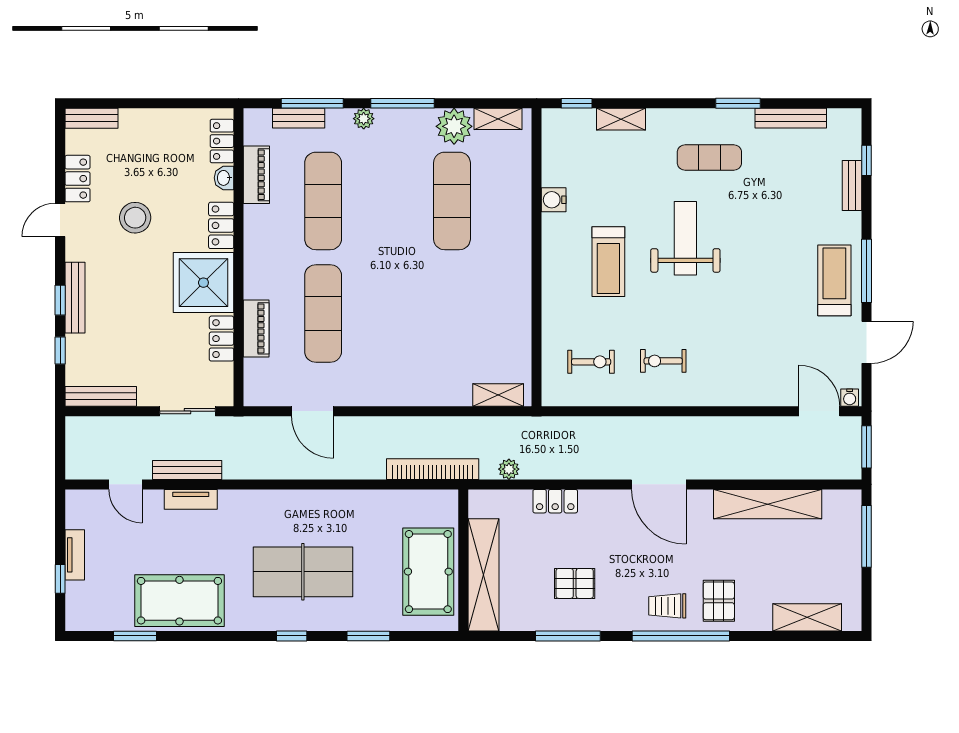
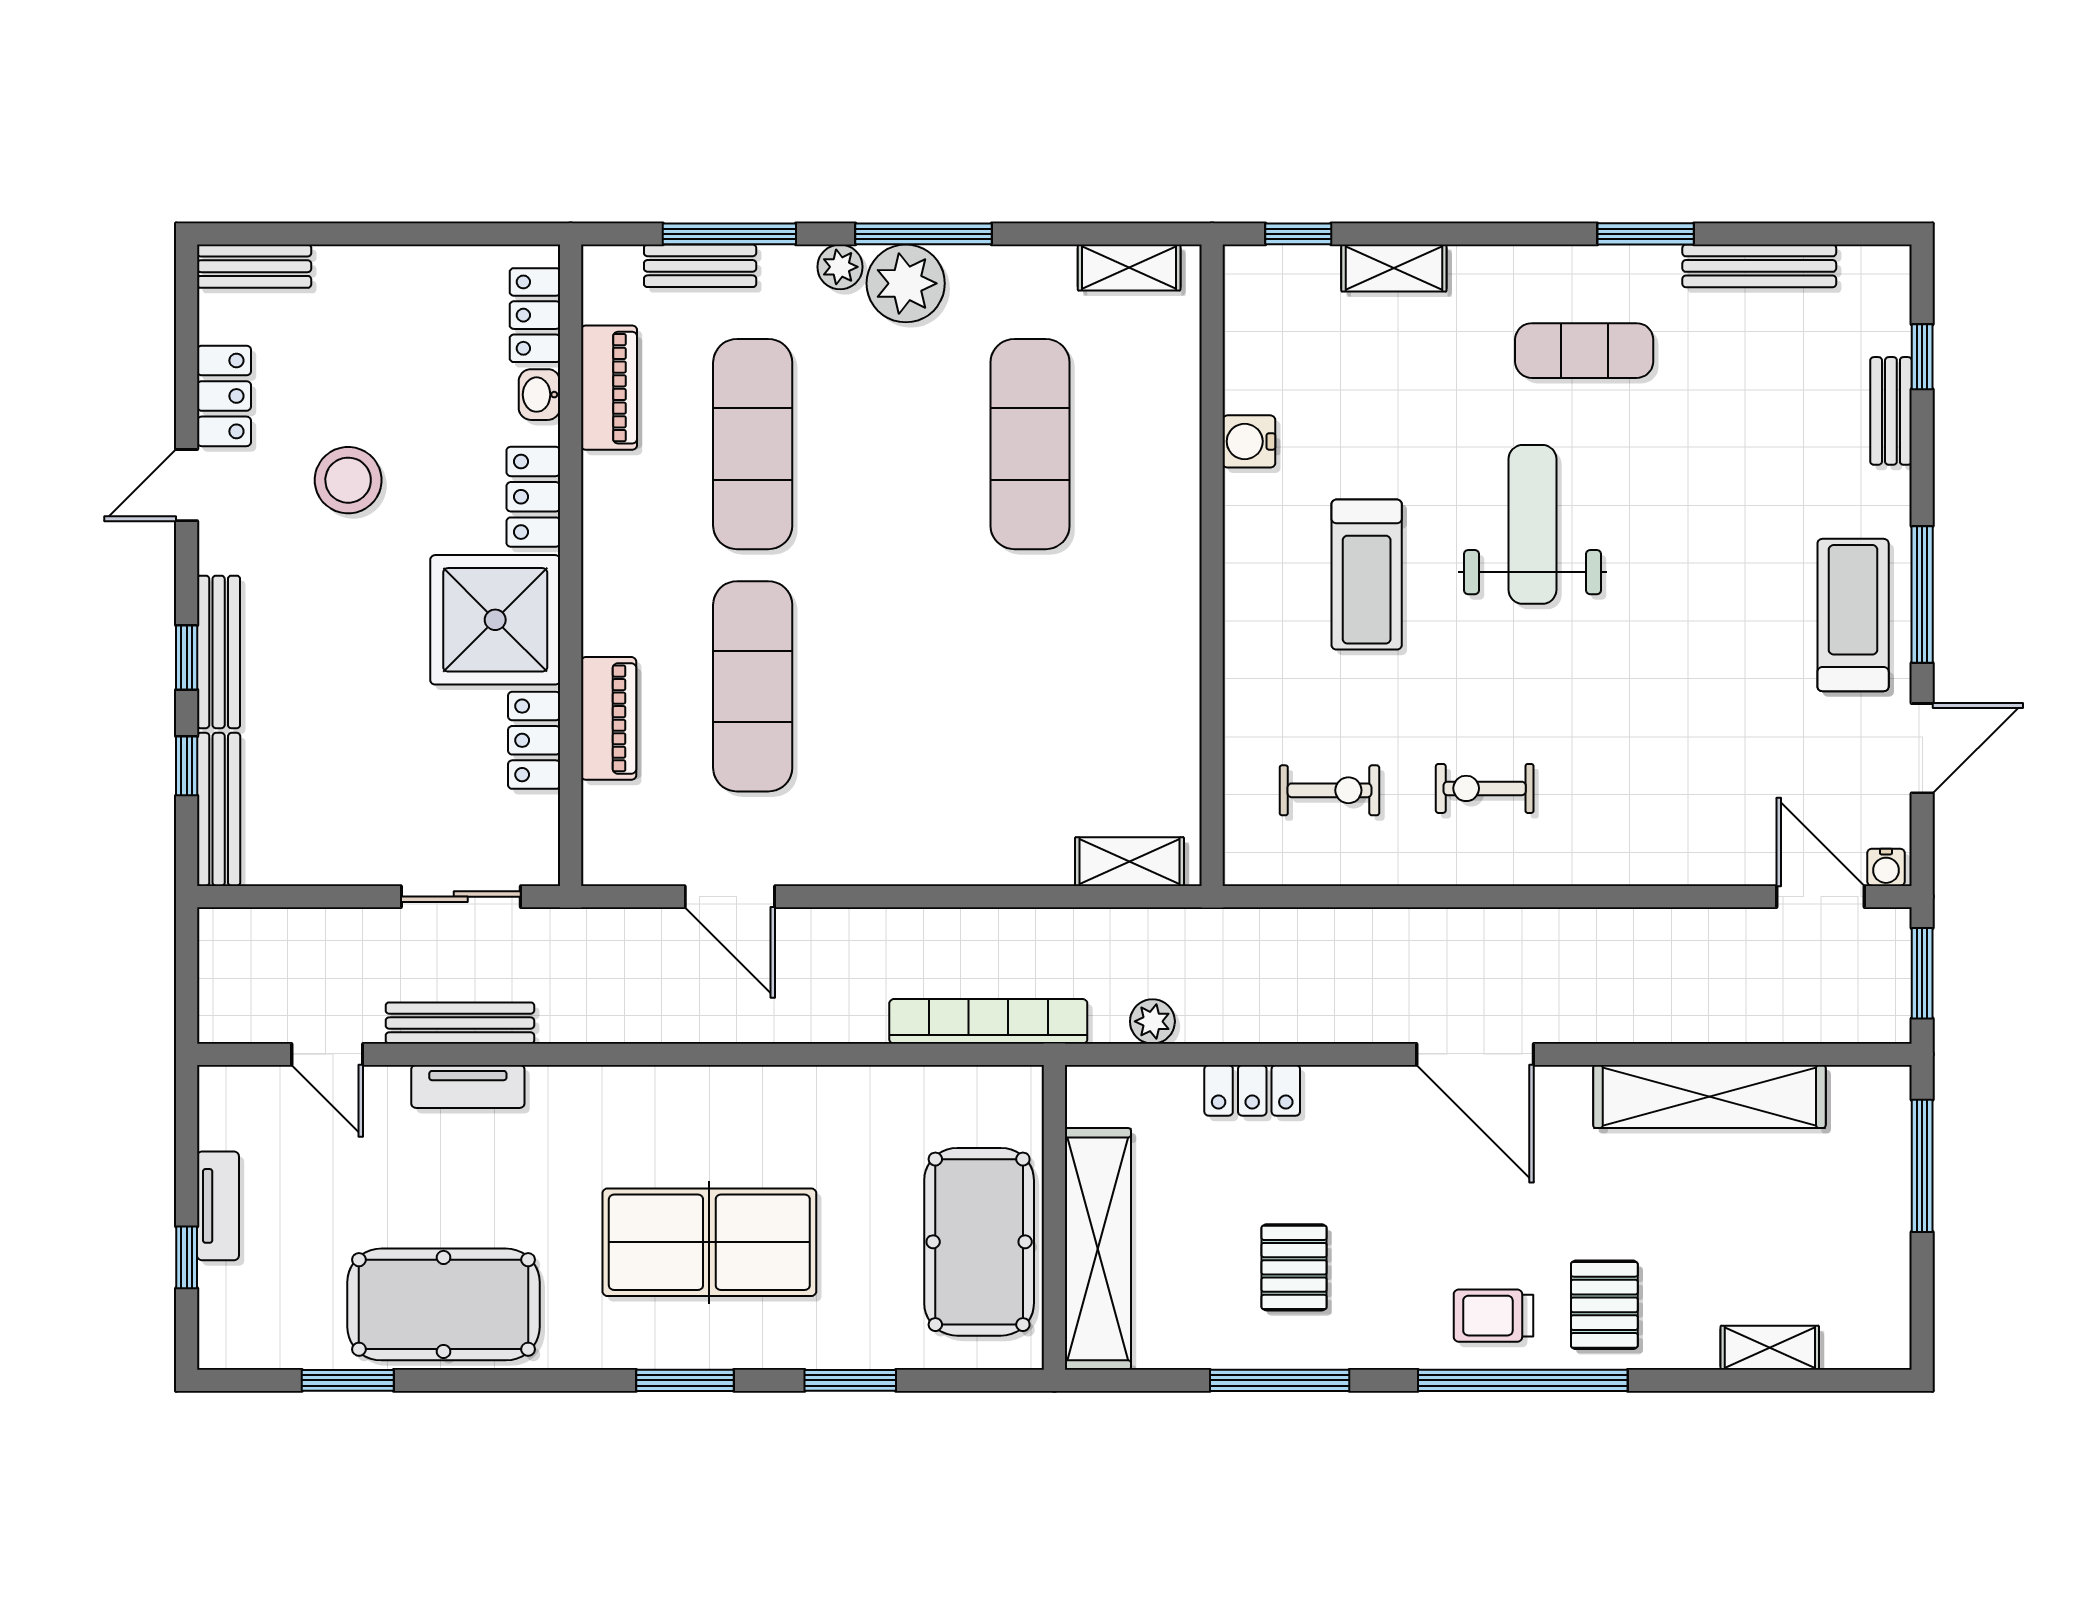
plant: (454, 126) -> (906, 283), moved
bench: (101, 396) -> (219, 809), moved, turned 90
pallet: (575, 583) -> (1294, 1267), turned 90
shelving: (807, 617) -> (1770, 1348), width x0.67, depth x0.75
window: (292, 636) -> (685, 1380), width x1.50

